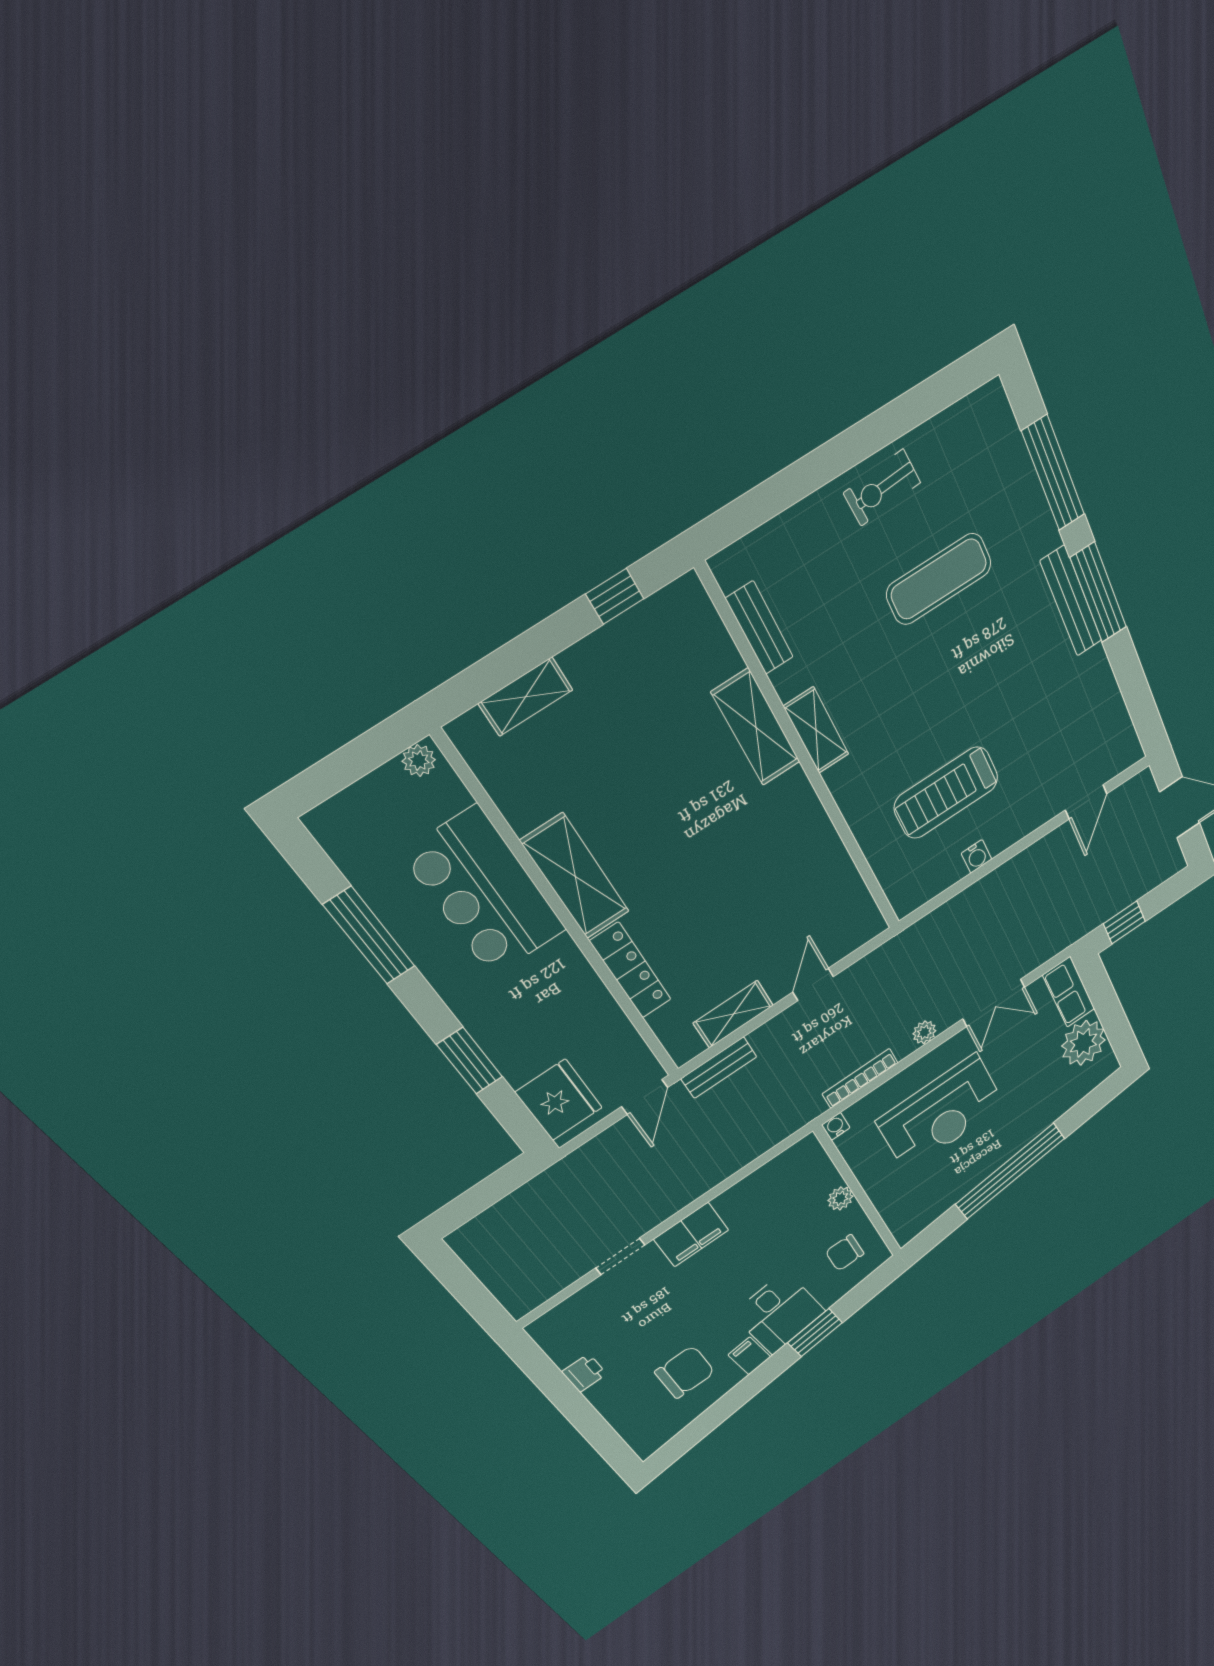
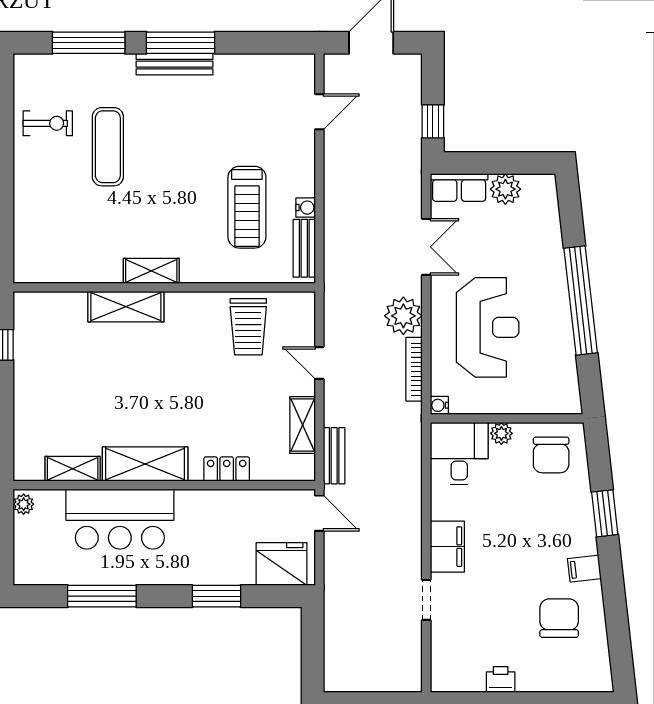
exercise bike: (882, 488) -> (48, 123), moved, turned -86
bench: (760, 628) -> (304, 248), moved, turned 90
shelving: (526, 697) -> (73, 469), moved, turned 90
door: (1086, 802) -> (319, 112), hinge flipped
trolley: (811, 884) -> (248, 327), added
locker: (631, 970) -> (227, 469), width x0.66
plant: (924, 1032) -> (403, 316), width x1.88, depth x1.88
plant: (1083, 1043) -> (505, 189), width x0.73, depth x0.73
chair: (845, 1253) -> (551, 455), width x1.37, depth x1.37
desk: (779, 1313) -> (459, 454), moved, turned -84

